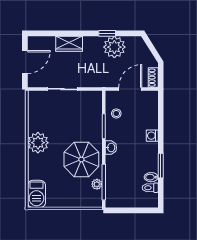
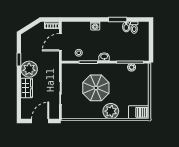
plant: (114, 47) -> (29, 69), moved
door: (25, 62) -> (40, 121), hinge flipped
door: (130, 89) -> (60, 42), hinge flipped
plant: (38, 143) -> (111, 111), moved
parasol: (81, 159) -> (96, 88), moved

